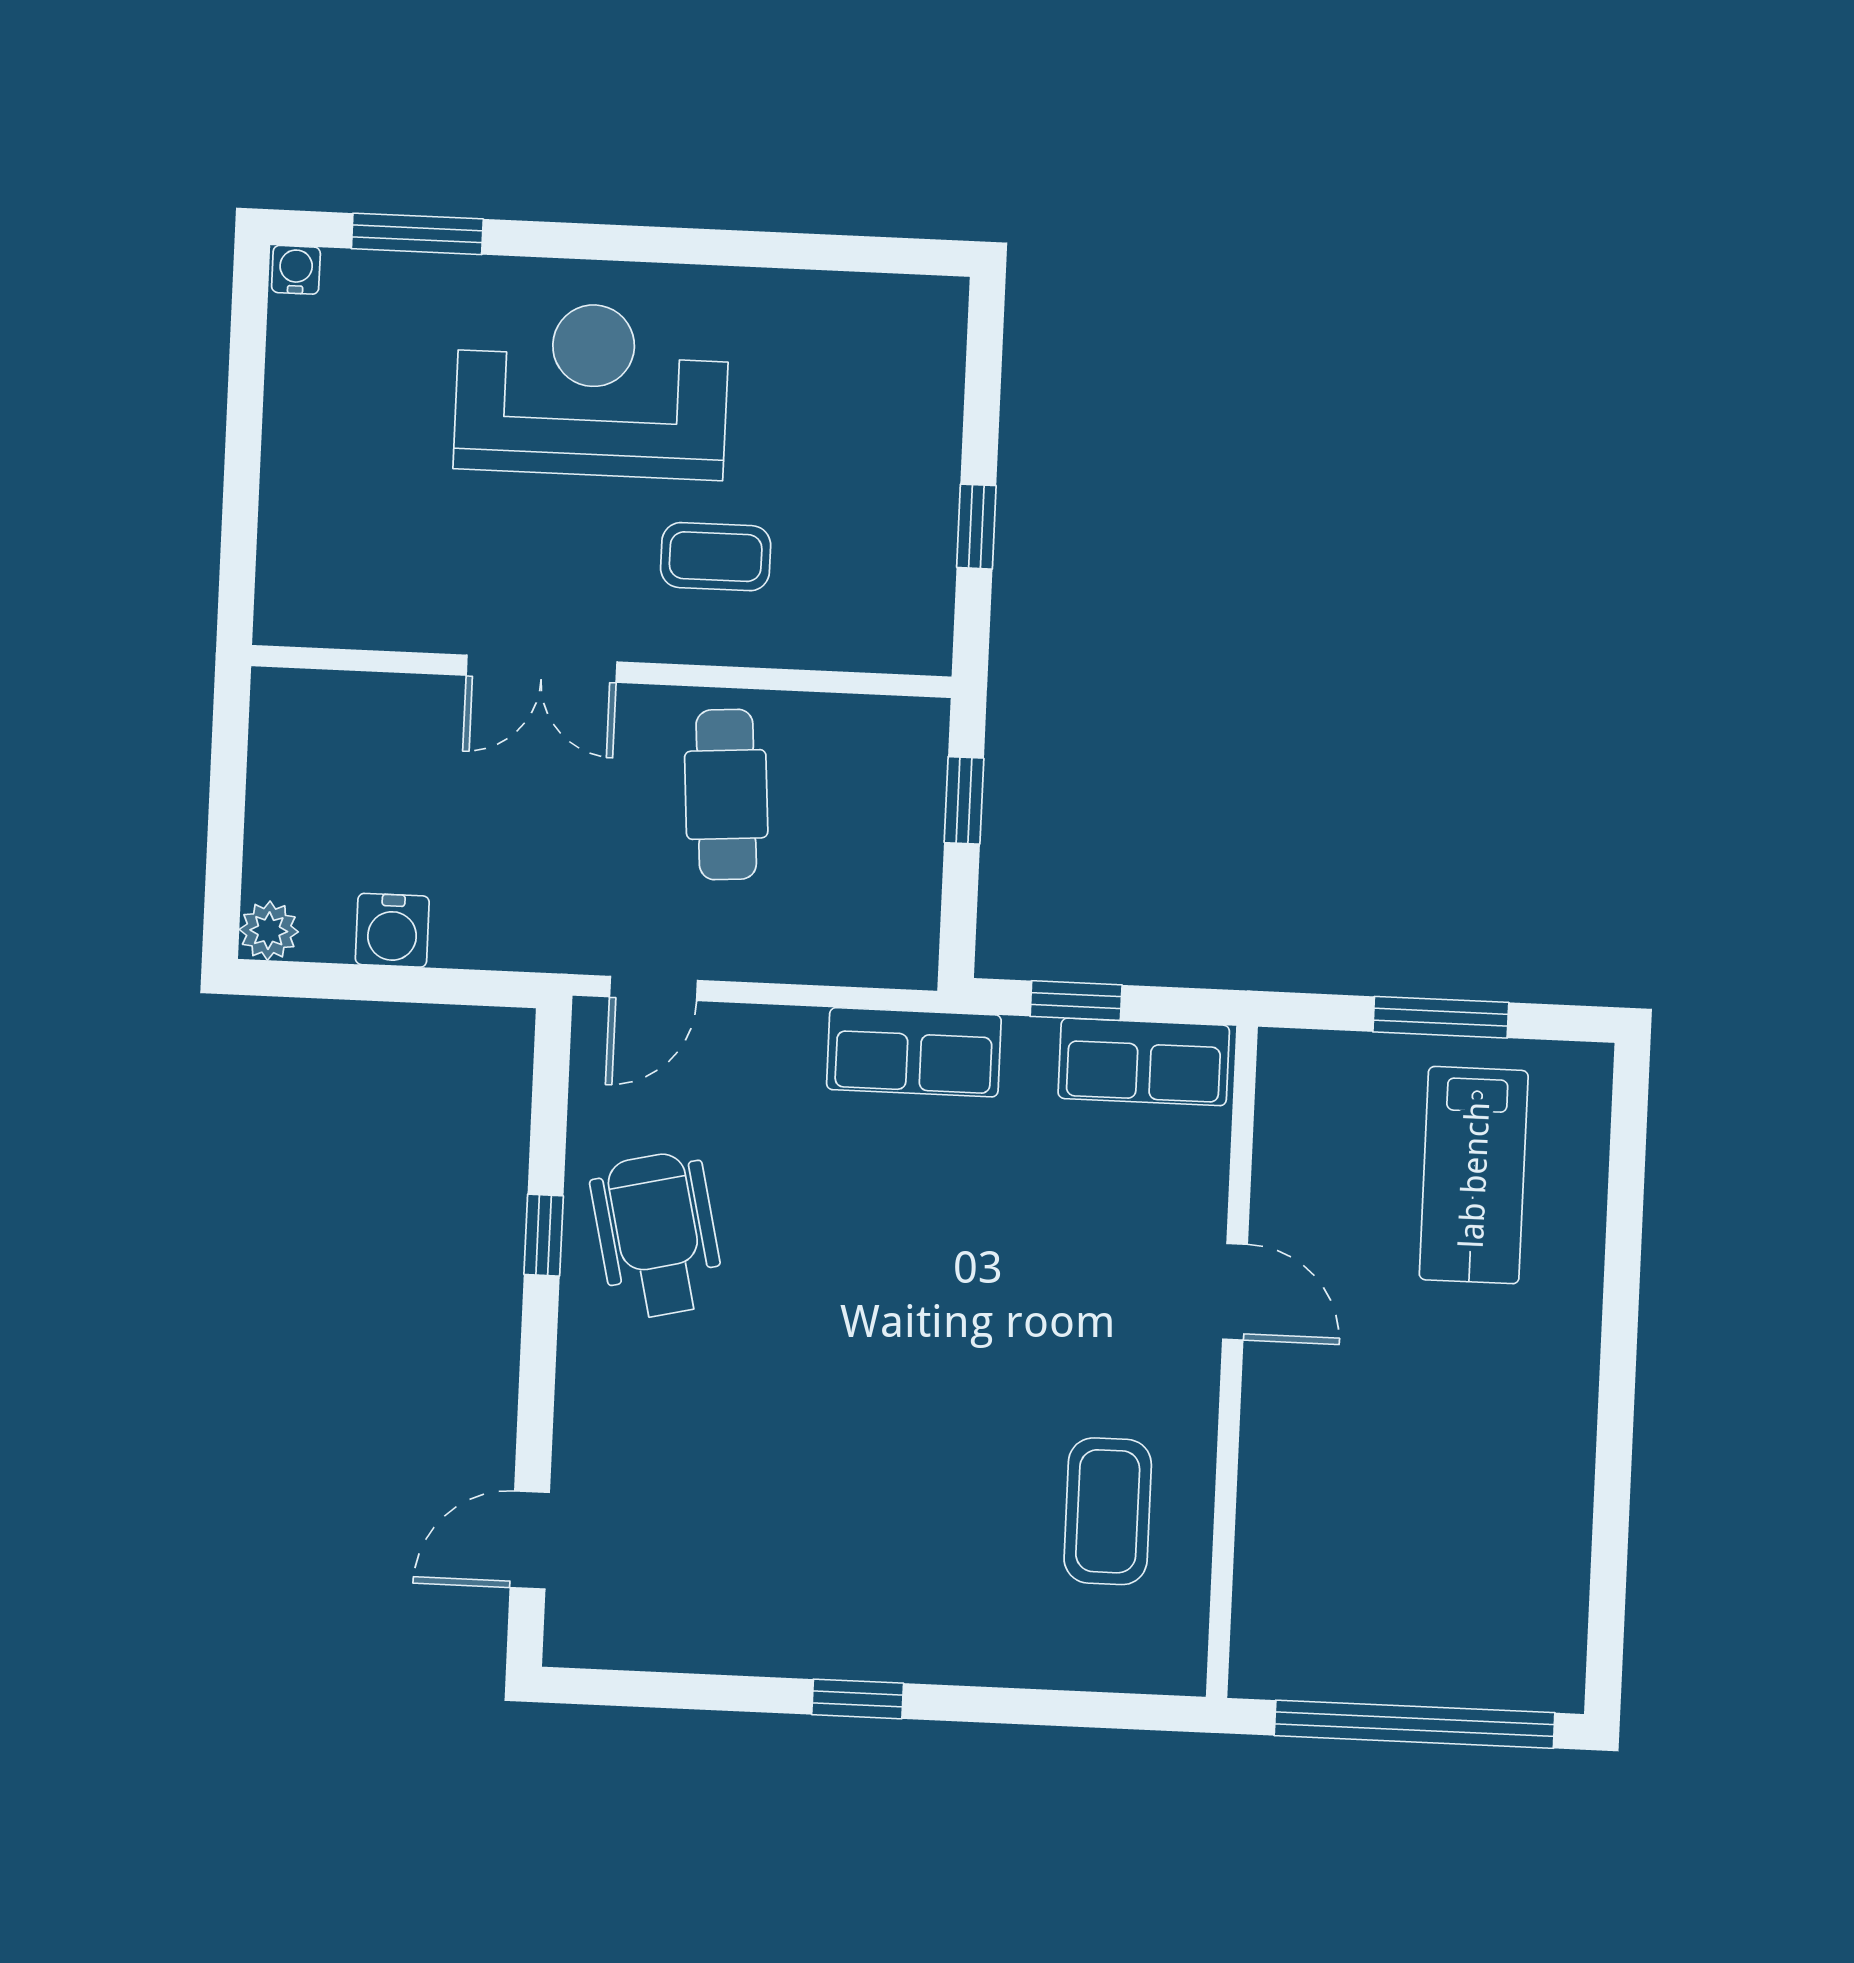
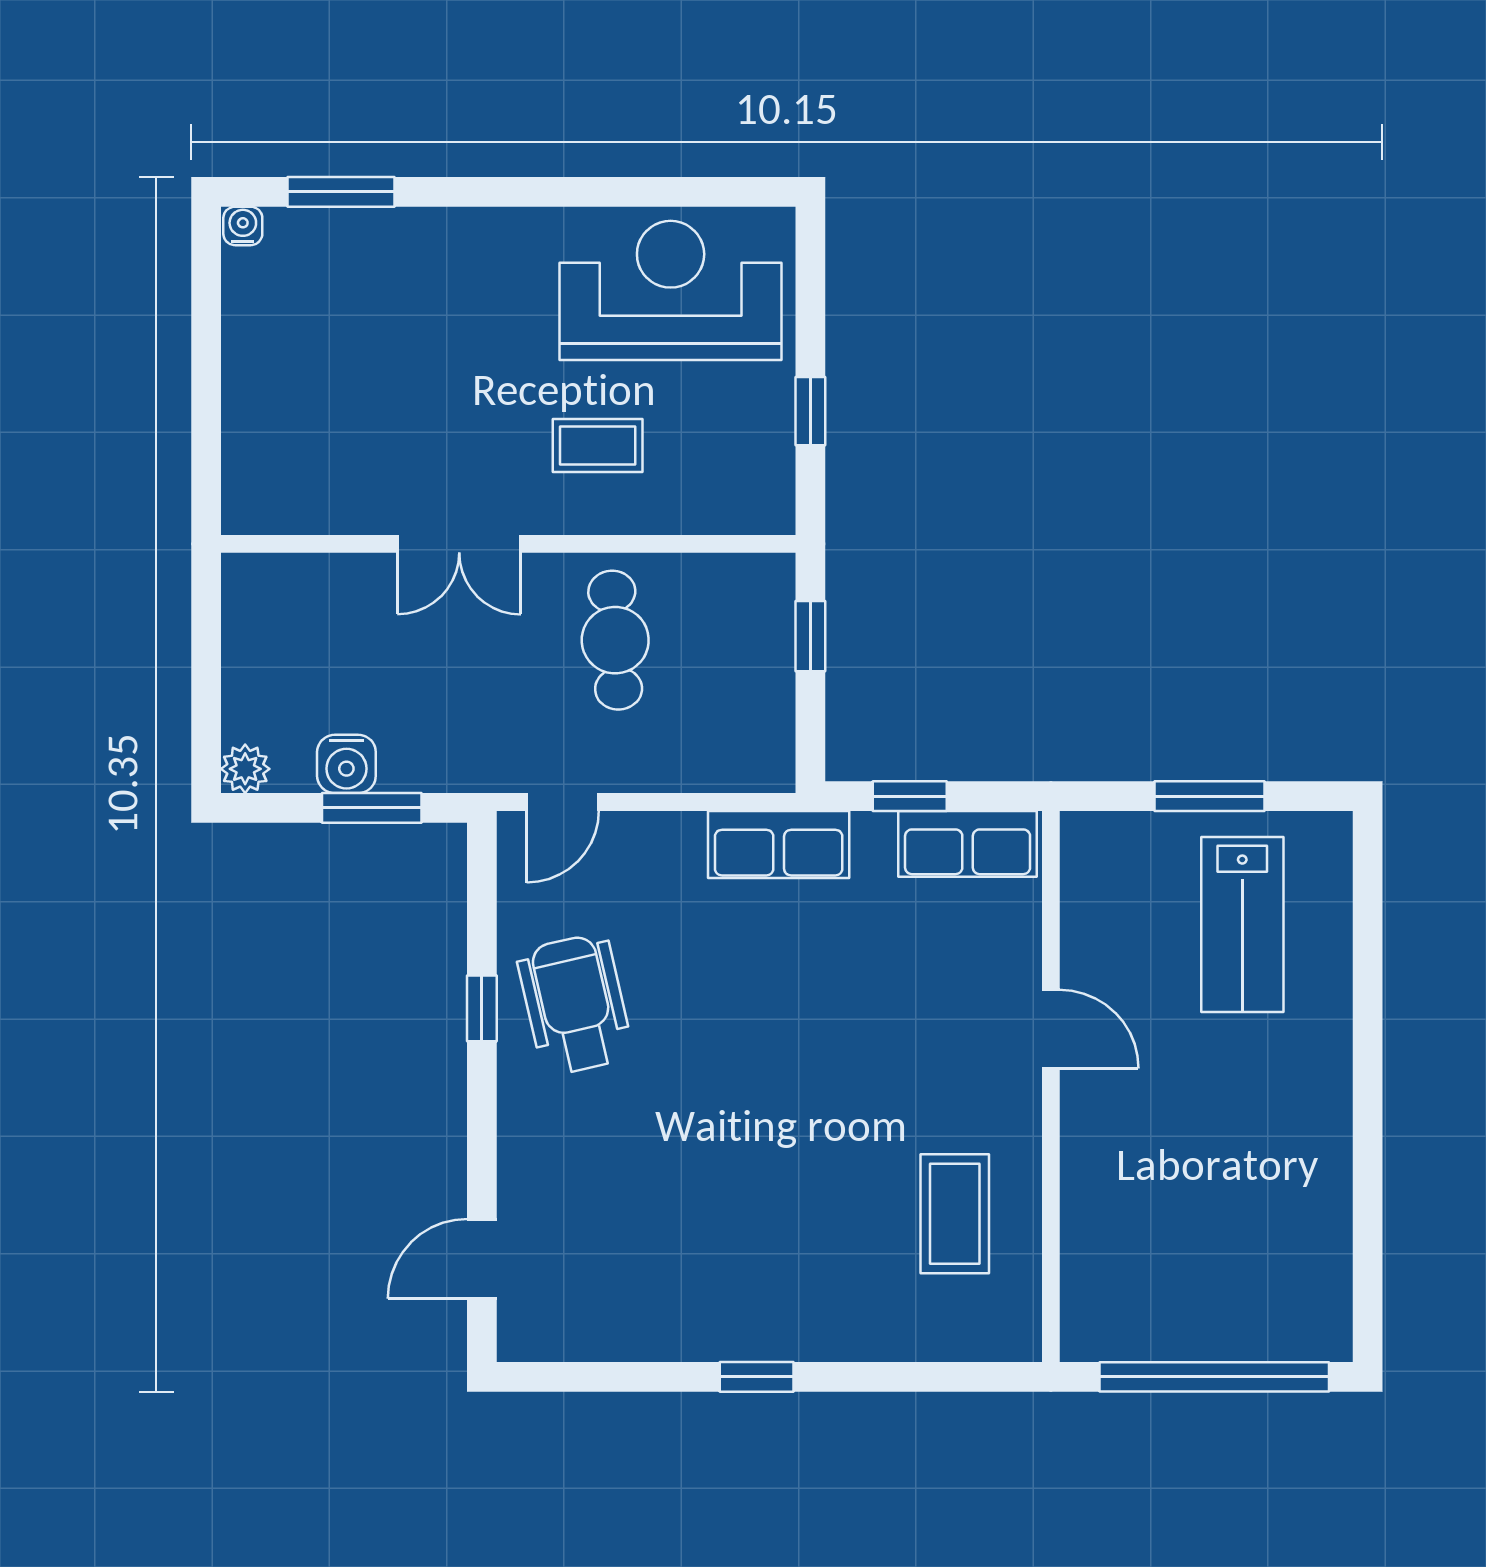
reception desk: (592, 390) -> (671, 290), moved
window: (421, 985) -> (372, 808), added

